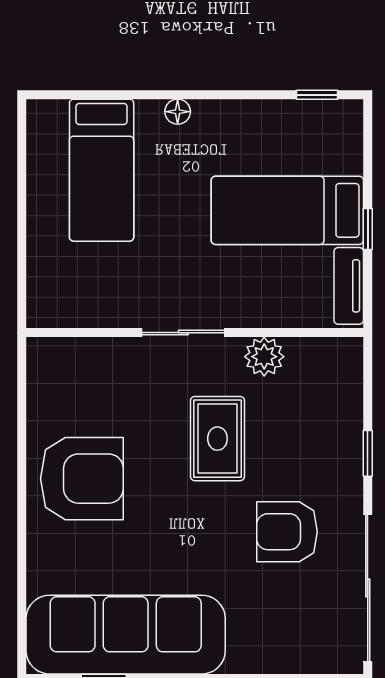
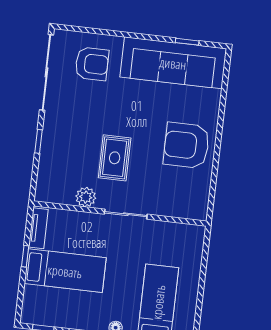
armchair: (287, 532) -> (92, 64), moved

